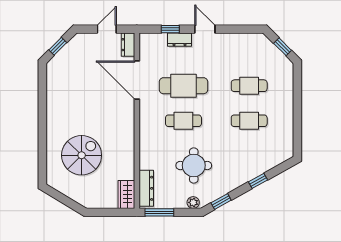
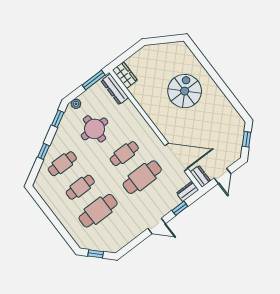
dresser: (179, 40) -> (188, 191), moved
cafe table: (249, 86) -> (98, 211), width x1.37, depth x1.35
spiral stairs: (82, 155) -> (185, 91), moved, turned 180
cafe table: (249, 156) -> (62, 164), added

